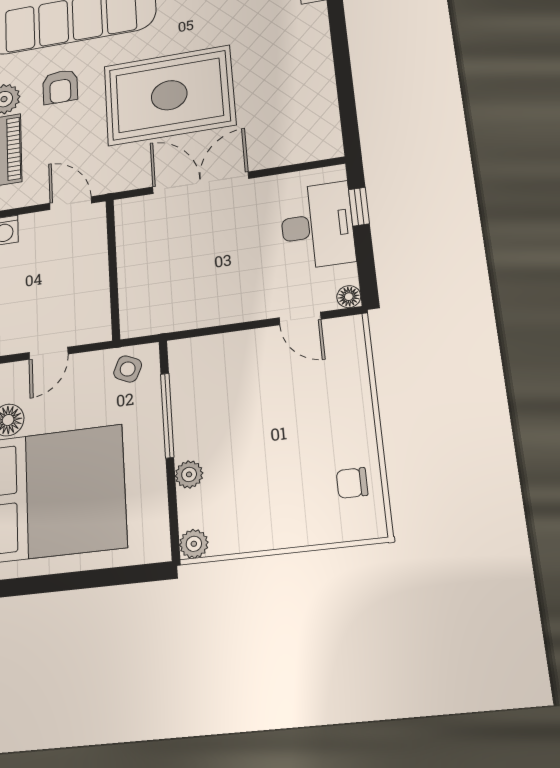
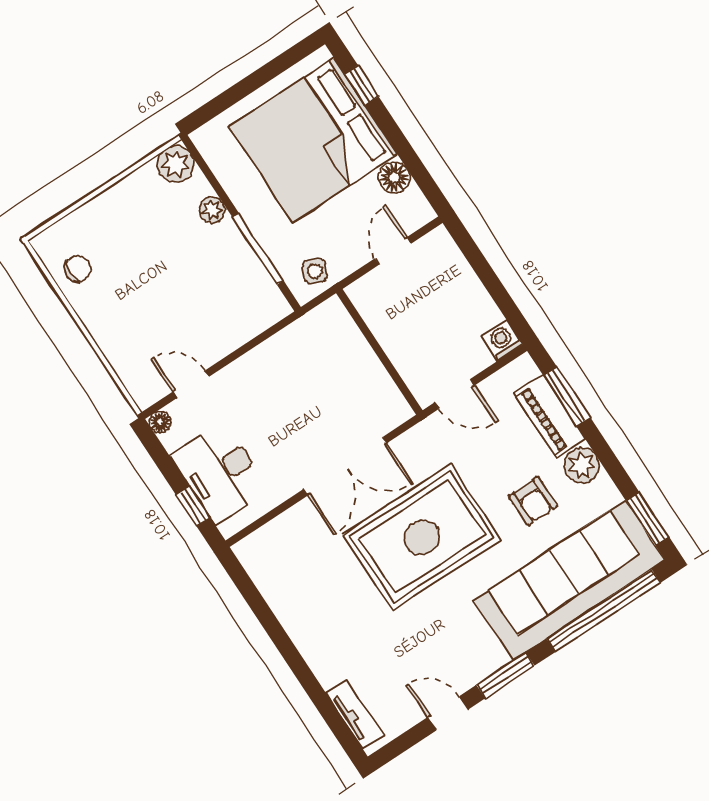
armchair: (60, 87) -> (533, 501), turned 180
plant: (194, 544) -> (176, 164), width x1.38, depth x1.38

